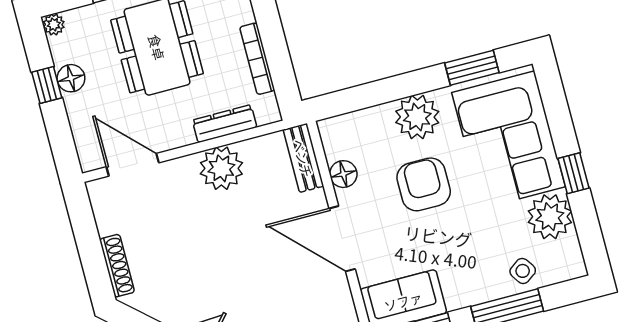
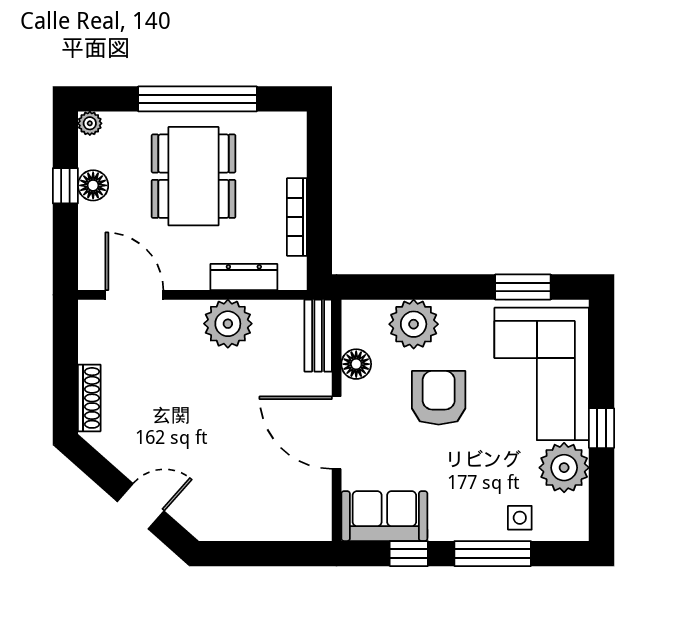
plant: (417, 117) -> (414, 324), moved
side table: (523, 271) -> (520, 518), turned 35

